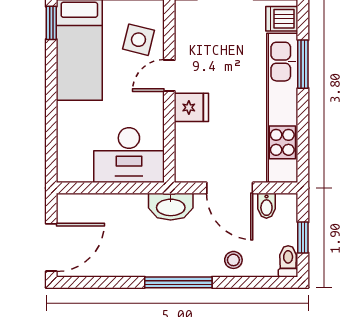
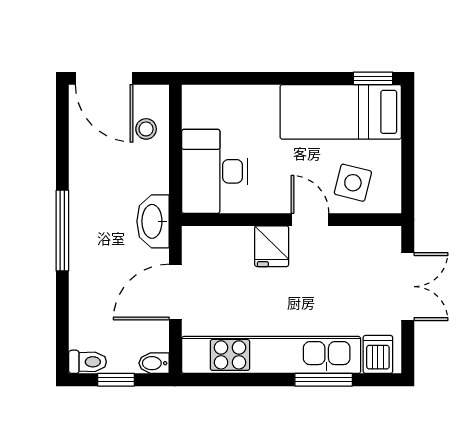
bidet: (266, 206) -> (154, 363), moved
stool: (233, 260) -> (146, 129), moved

